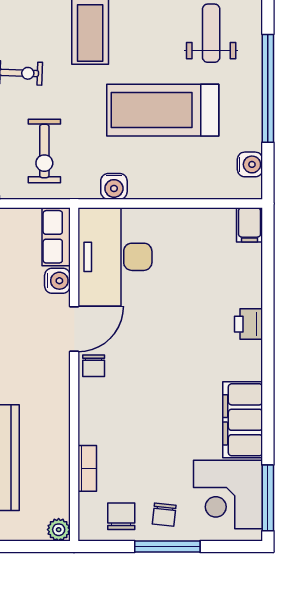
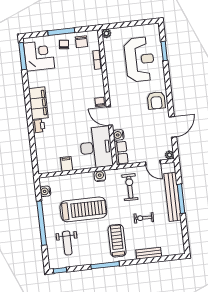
filing cabinet: (250, 225) -> (66, 164), moved
door: (74, 329) -> (109, 116), hinge flipped
filing cabinet: (243, 420) -> (38, 103), moved

